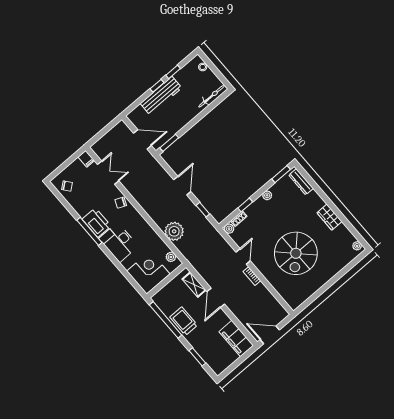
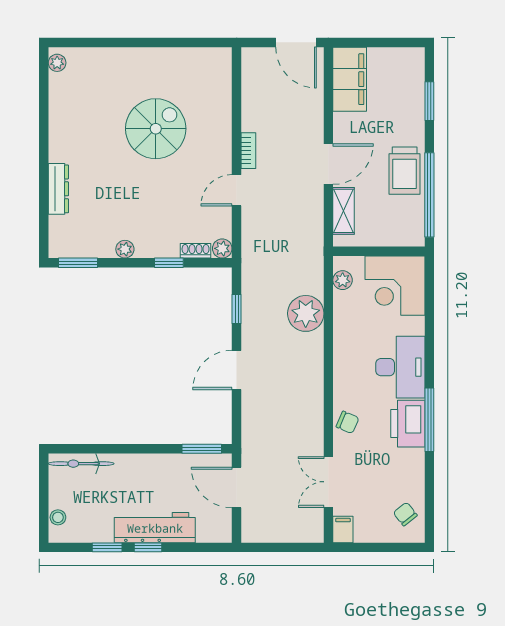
dresser: (301, 182) -> (58, 189), moved
wardrobe: (329, 217) -> (61, 139), removed
spiral stairs: (296, 253) -> (156, 129), width x0.73, depth x0.73

